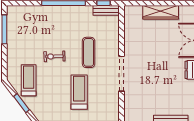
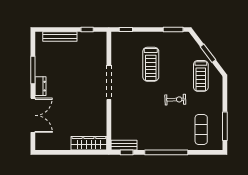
wardrobe: (161, 12) -> (89, 143), moved
exercise mat: (89, 52) -> (201, 129), moved

